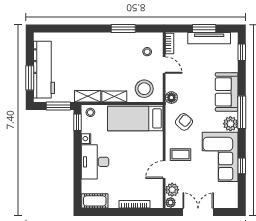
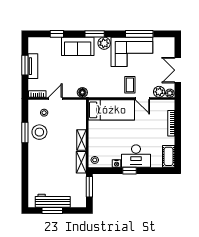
tv unit: (209, 38) -> (33, 66), width x0.71
window: (242, 52) -> (57, 34), moved
workbench: (44, 70) -> (53, 201), width x0.73, depth x0.76
window: (30, 78) -> (52, 210), moved
stool: (144, 89) -> (39, 132), moved
window: (242, 112) -> (95, 34), width x0.69
bed: (135, 118) -> (111, 110), moved, turned -90
window: (78, 122) -> (129, 171), moved
armchair: (184, 122) -> (103, 82), removed
window: (242, 166) -> (139, 34), width x2.17

